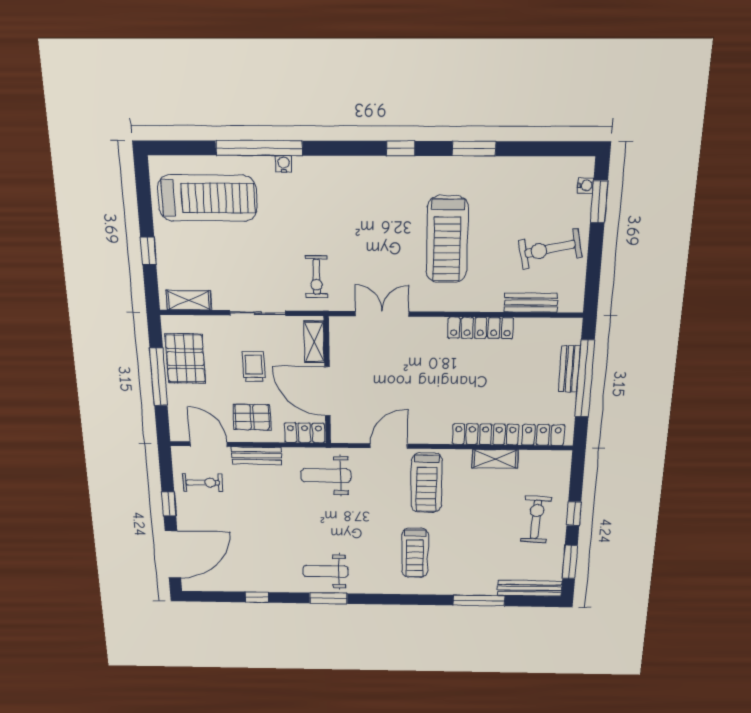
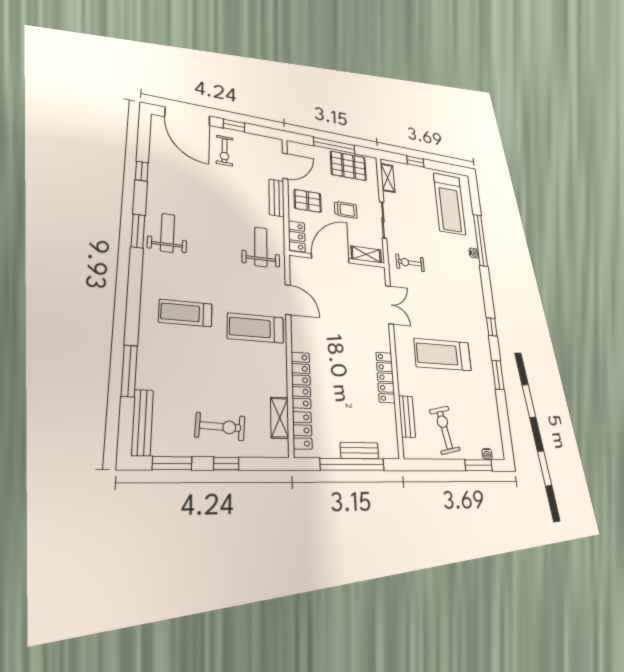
pallet: (252, 417) -> (308, 201), turned 90
shelving: (495, 459) -> (280, 418), moved
exercise bike: (203, 483) -> (225, 151), moved

